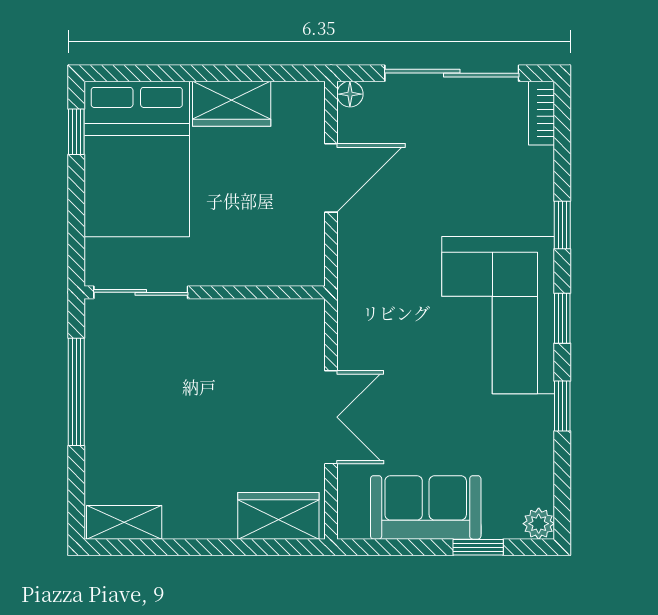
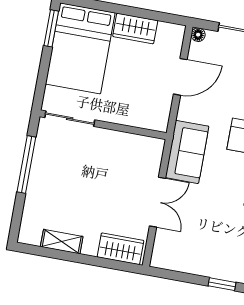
window: (76, 132) -> (51, 28), width x1.50
sofa: (426, 507) -> (187, 152), moved, turned 90
shelving: (124, 522) -> (62, 242), moved

